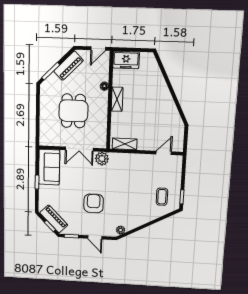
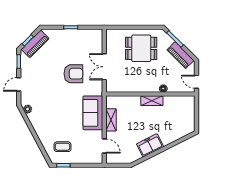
freezer: (126, 60) -> (150, 145), moved, turned 63
dining table: (73, 111) -> (141, 48), moved
shelving: (125, 144) -> (111, 120), moved
plant: (102, 159) -> (96, 89), removed
sofa: (49, 167) -> (93, 113), moved, turned 90
armchair: (94, 203) -> (73, 74), moved

